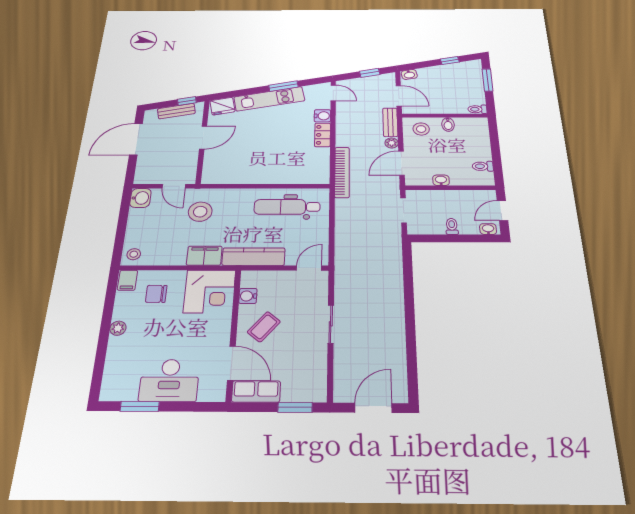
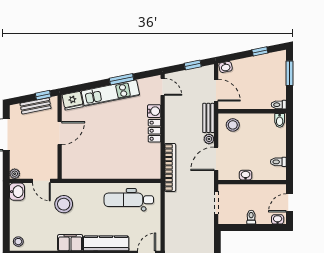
bidet: (448, 124) -> (280, 120), moved
plant: (140, 179) -> (15, 174), added

